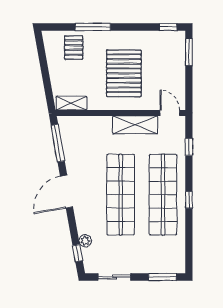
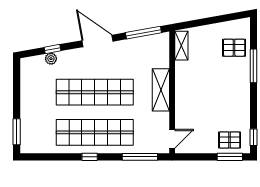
pallet: (124, 73) -> (230, 140), moved, width x0.49, depth x0.50
shelving: (135, 125) -> (161, 90), moved
window: (189, 147) -> (140, 157), width x2.17
window: (78, 253) -> (53, 49), moved
sliding door: (114, 277) -> (17, 86), removed

